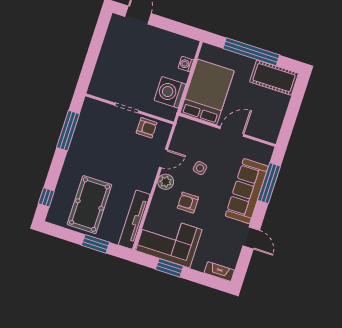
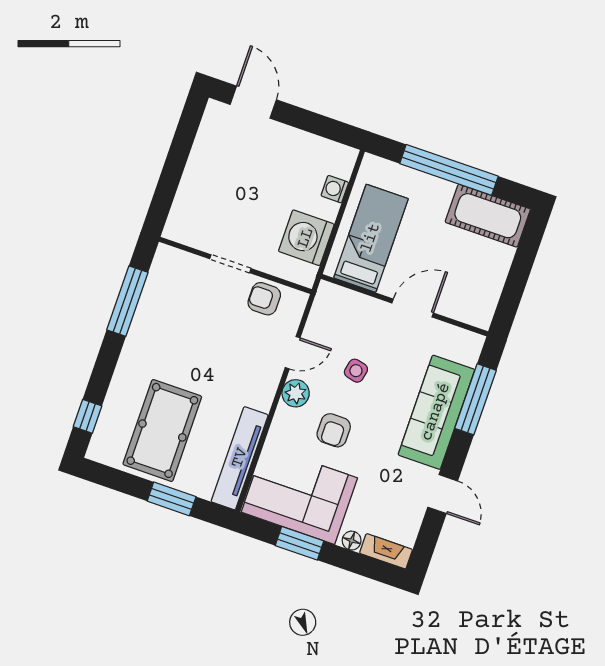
bed: (207, 92) -> (371, 238), width x0.67
armchair: (147, 128) -> (264, 299), turned 180
armchair: (188, 203) -> (334, 430), turned -90
floor lamp: (199, 266) -> (352, 541), added

